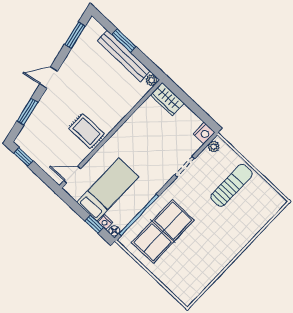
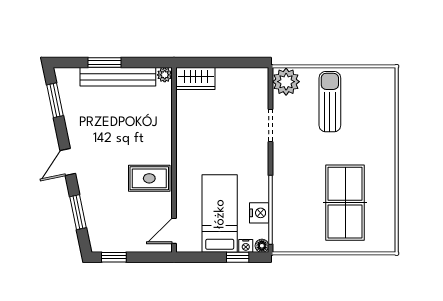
nightstand: (204, 133) -> (259, 213), moved
plant: (214, 147) -> (286, 82), width x1.87, depth x1.87
table tennis table: (163, 231) -> (345, 203), moved

